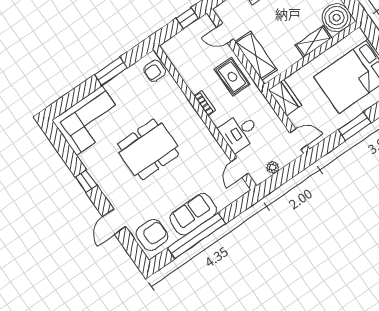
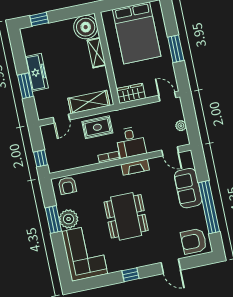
window: (187, 18) -> (41, 158), moved
plant: (119, 88) -> (69, 219), added
desk: (239, 132) -> (131, 142), moved
fireplace: (206, 137) -> (135, 167), added
door: (298, 139) -> (167, 96), hinge flipped
sofa: (193, 214) -> (188, 188), moved
armchair: (152, 235) -> (194, 241), turned -90

